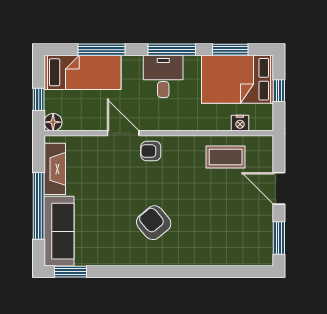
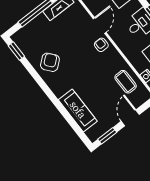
armchair: (154, 223) -> (50, 62), moved
sofa: (59, 231) -> (78, 110), moved, turned -90

